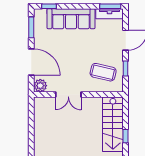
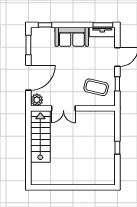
sofa: (71, 19) -> (72, 37), width x0.73
door: (31, 62) -> (28, 78), hinge flipped
stairs: (113, 124) -> (40, 137), moved, turned 180

